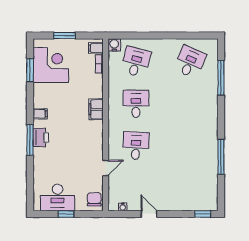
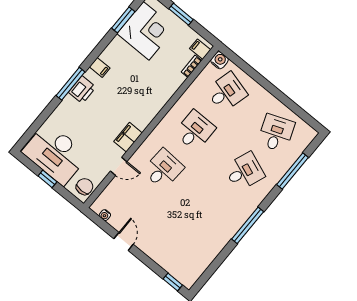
desk: (190, 62) -> (276, 133), turned -45
desk: (190, 104) -> (244, 171), added
filing cabinet: (96, 109) -> (128, 137), moved
window: (221, 157) -> (248, 225), moved
desk: (57, 198) -> (55, 154), width x1.36, depth x1.30

